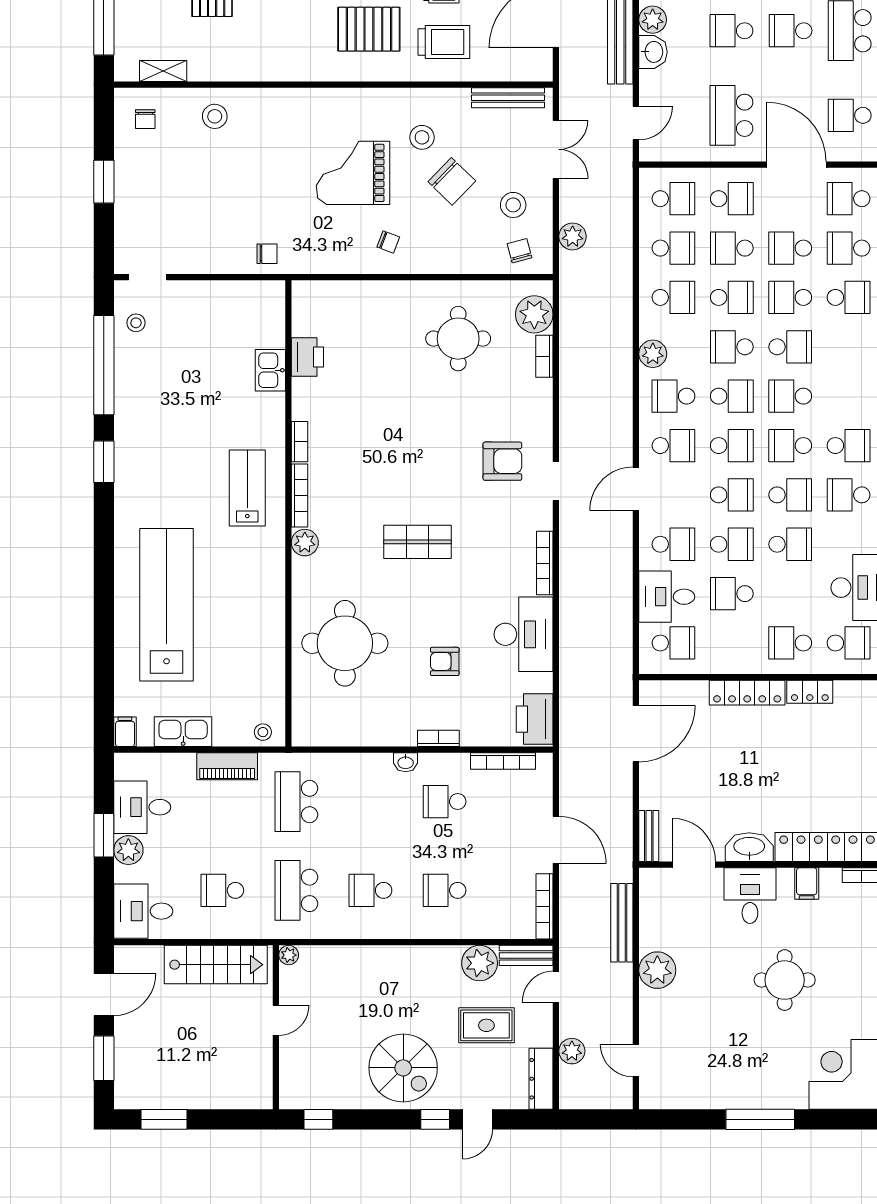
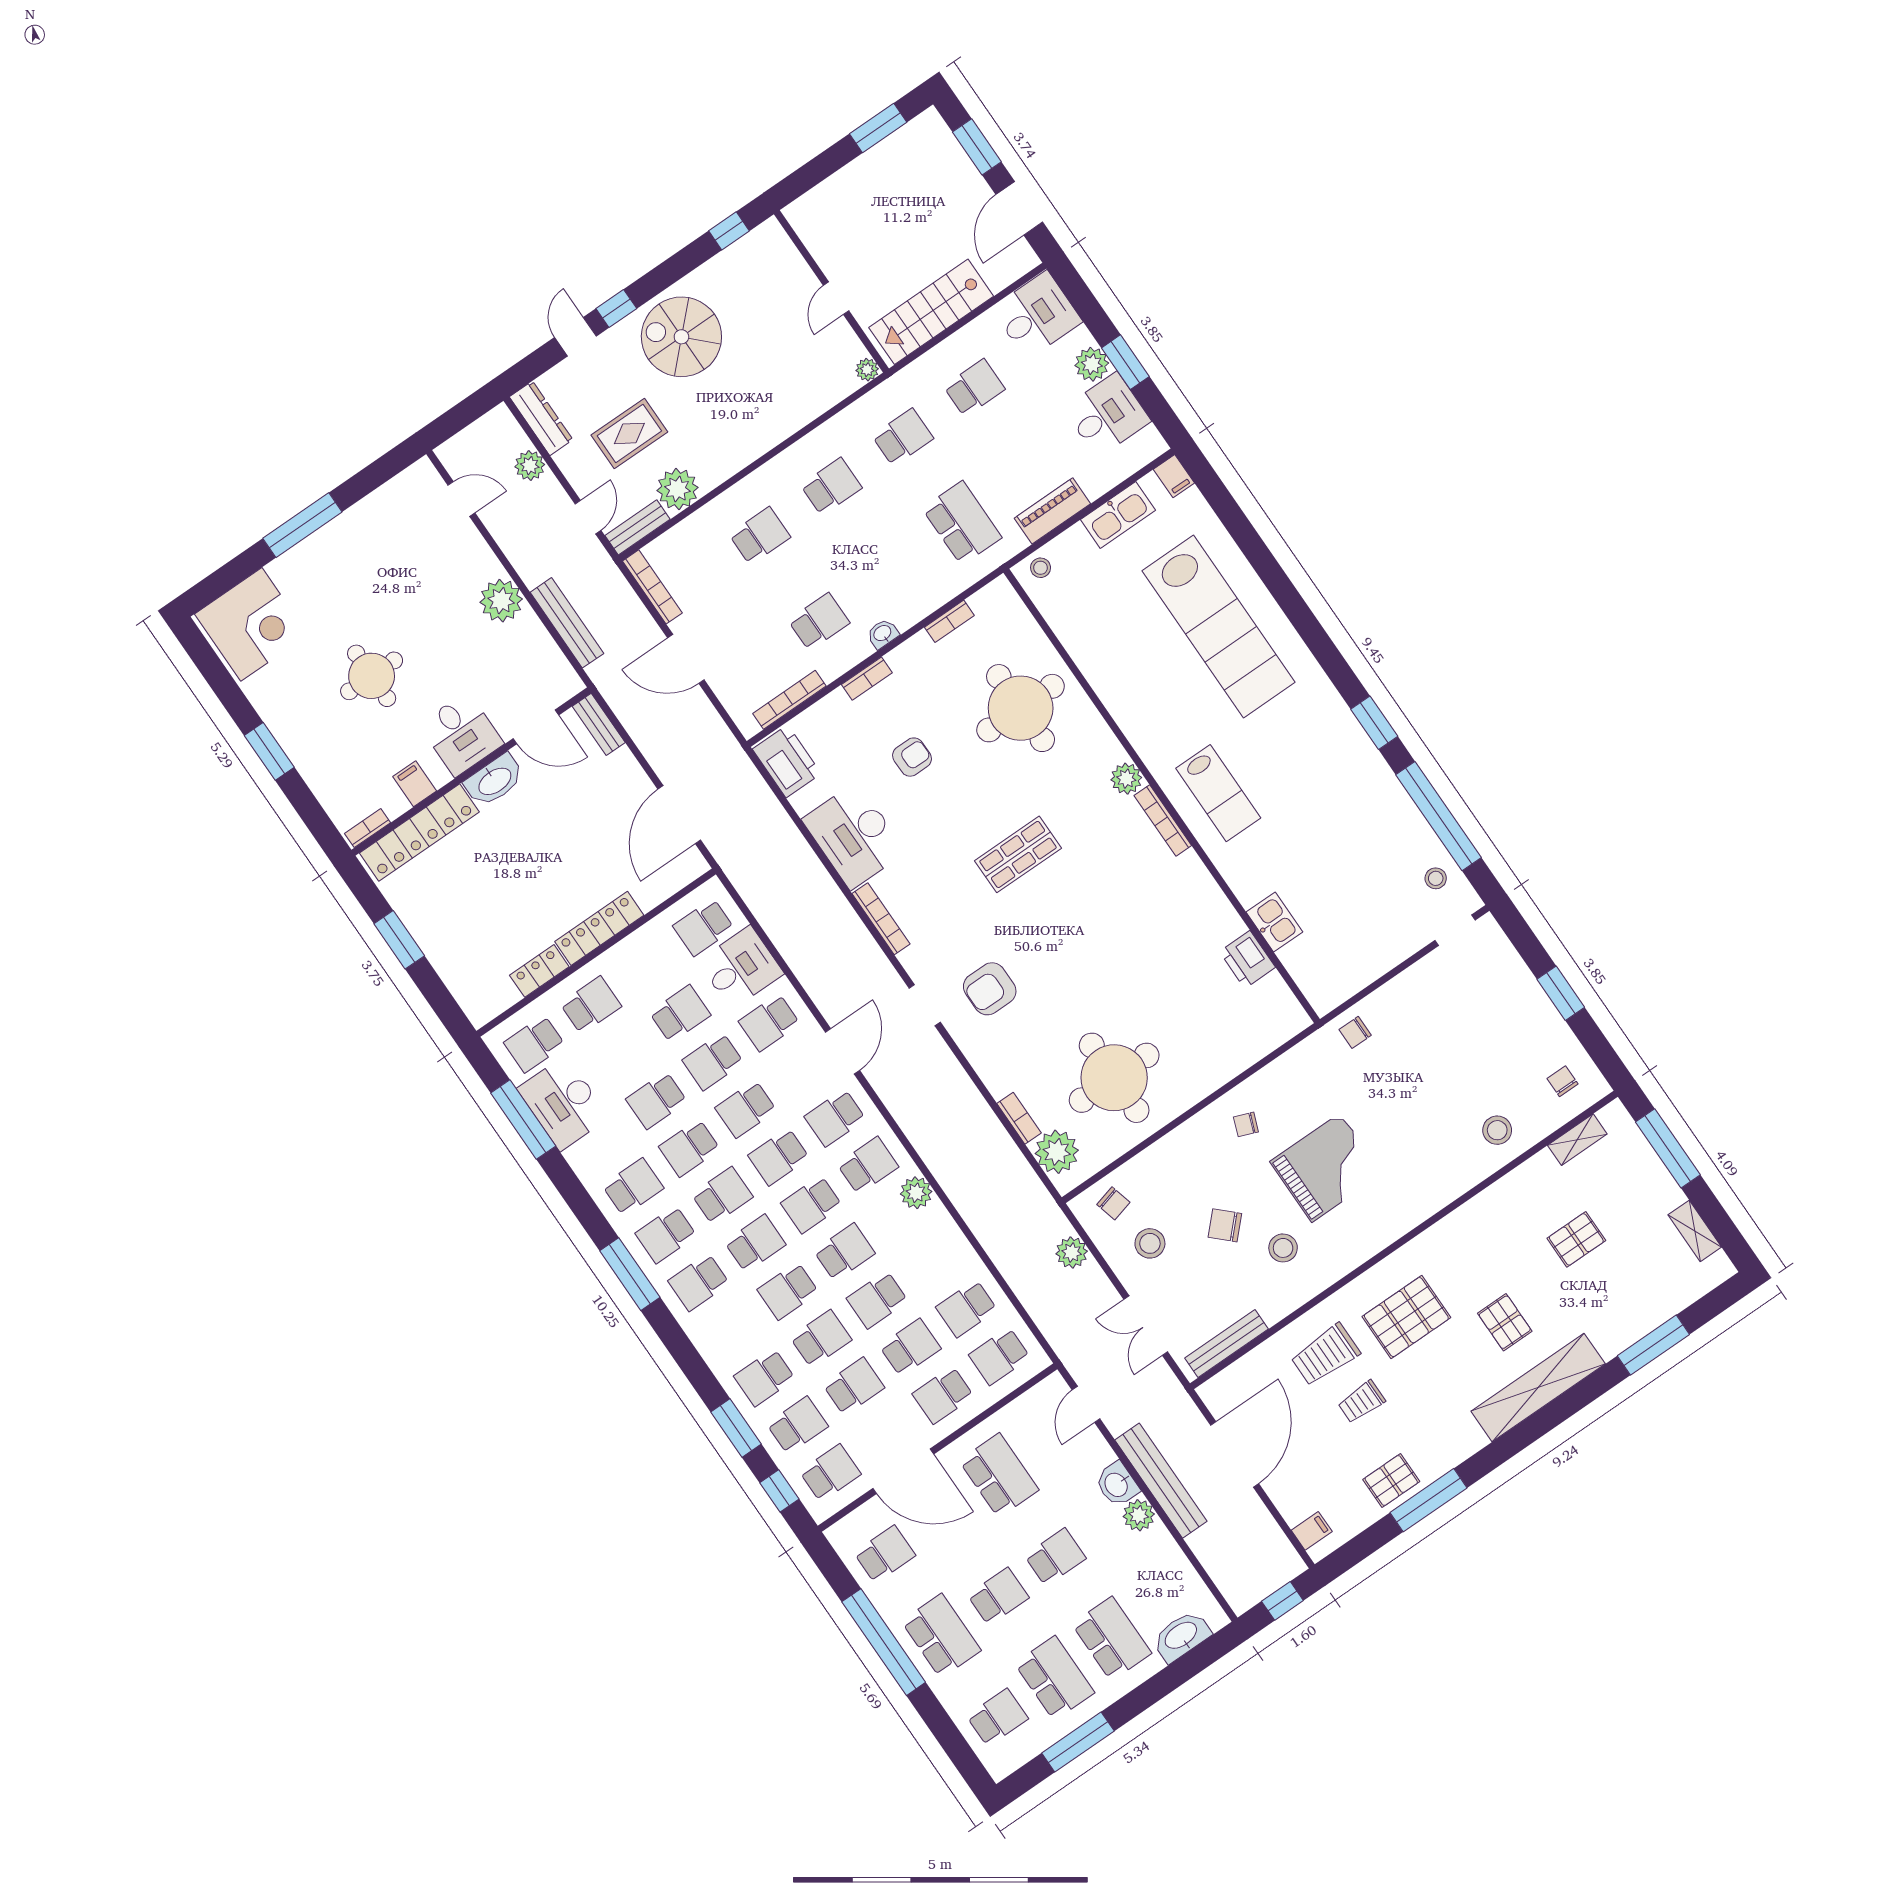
chair: (452, 181) -> (1225, 1225), width x0.73, depth x0.73
school desk: (673, 297) -> (699, 1282), moved
round table: (458, 339) -> (1114, 1078), width x1.36, depth x1.36
bookcase: (300, 442) -> (949, 621), moved, turned -90
school desk: (296, 890) -> (903, 437), width x0.54

